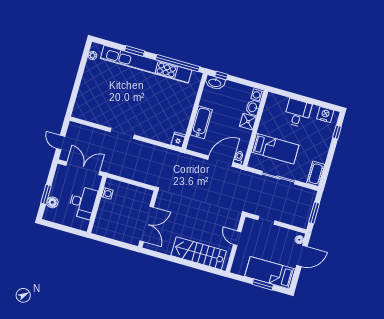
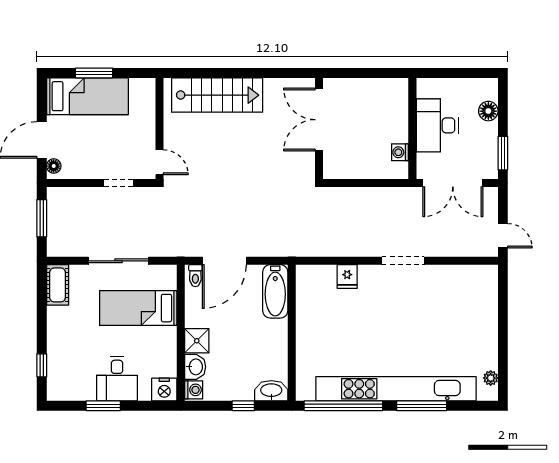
window: (135, 51) -> (422, 406), width x1.44
window: (221, 76) -> (243, 406), moved
window: (309, 100) -> (103, 406), added
nightstand: (325, 115) -> (164, 390), moved
bathtub: (201, 122) -> (275, 291), moved
fridge: (178, 140) -> (347, 277), moved
door: (61, 142) -> (503, 236), moved
window: (46, 194) -> (503, 153), moved
door: (237, 238) -> (159, 162), moved

